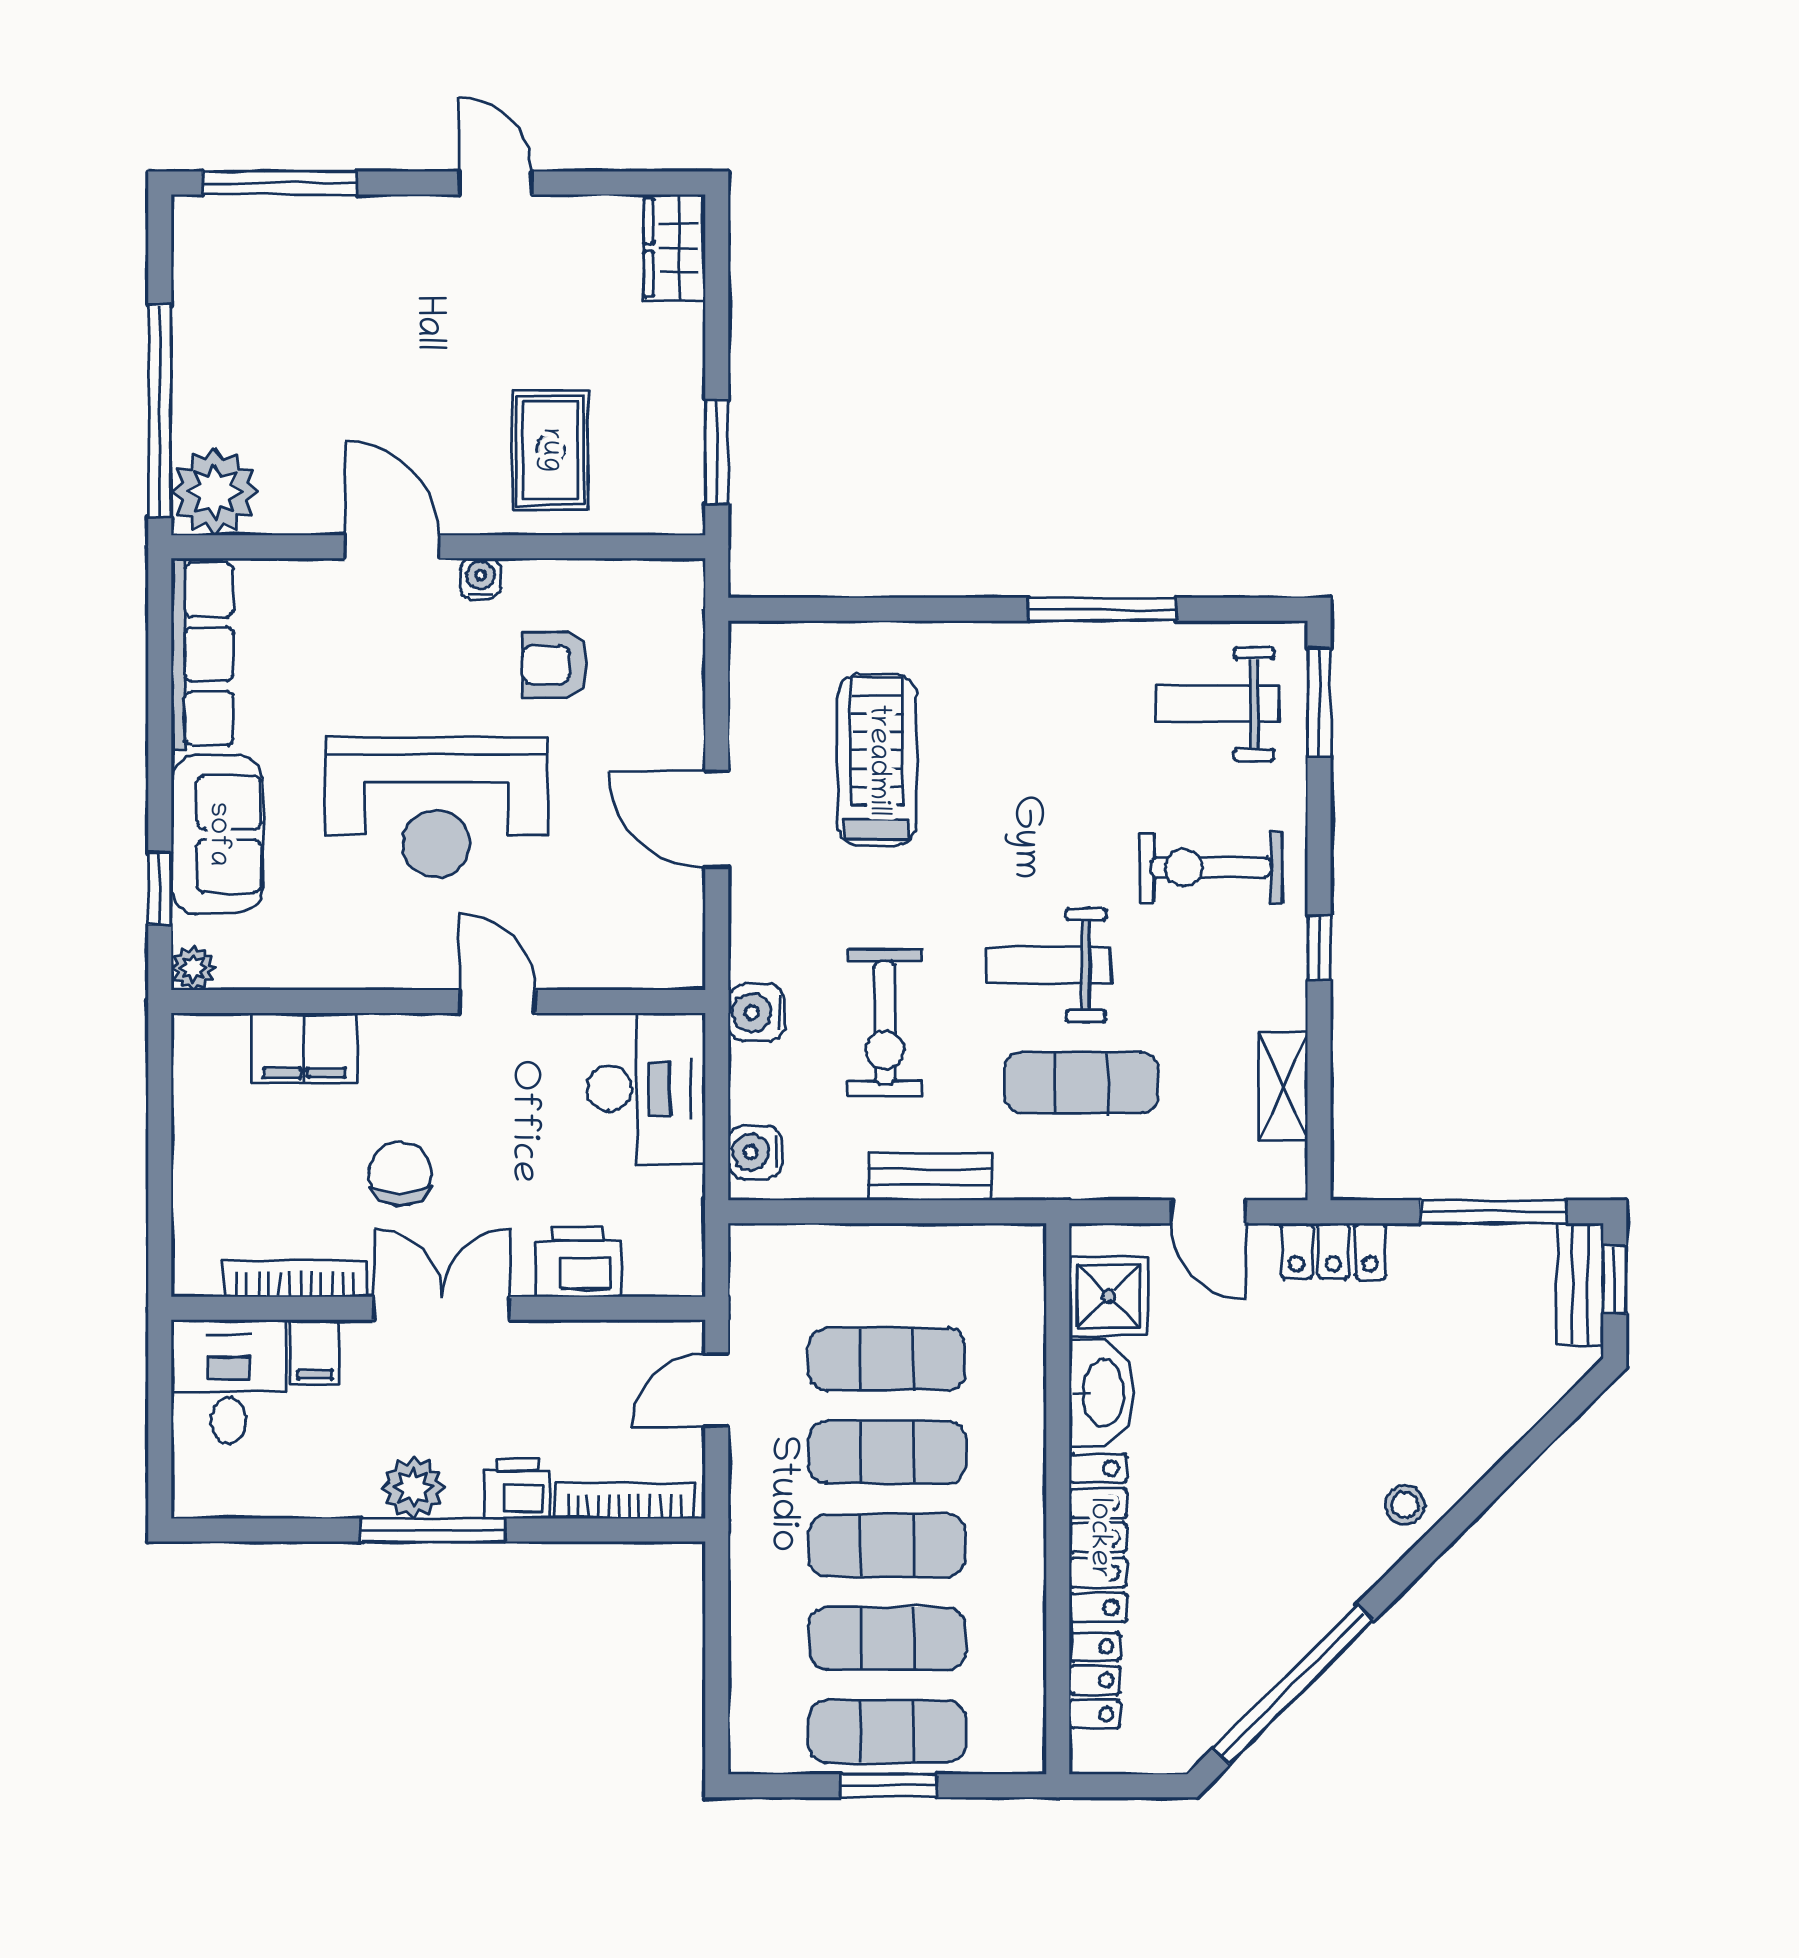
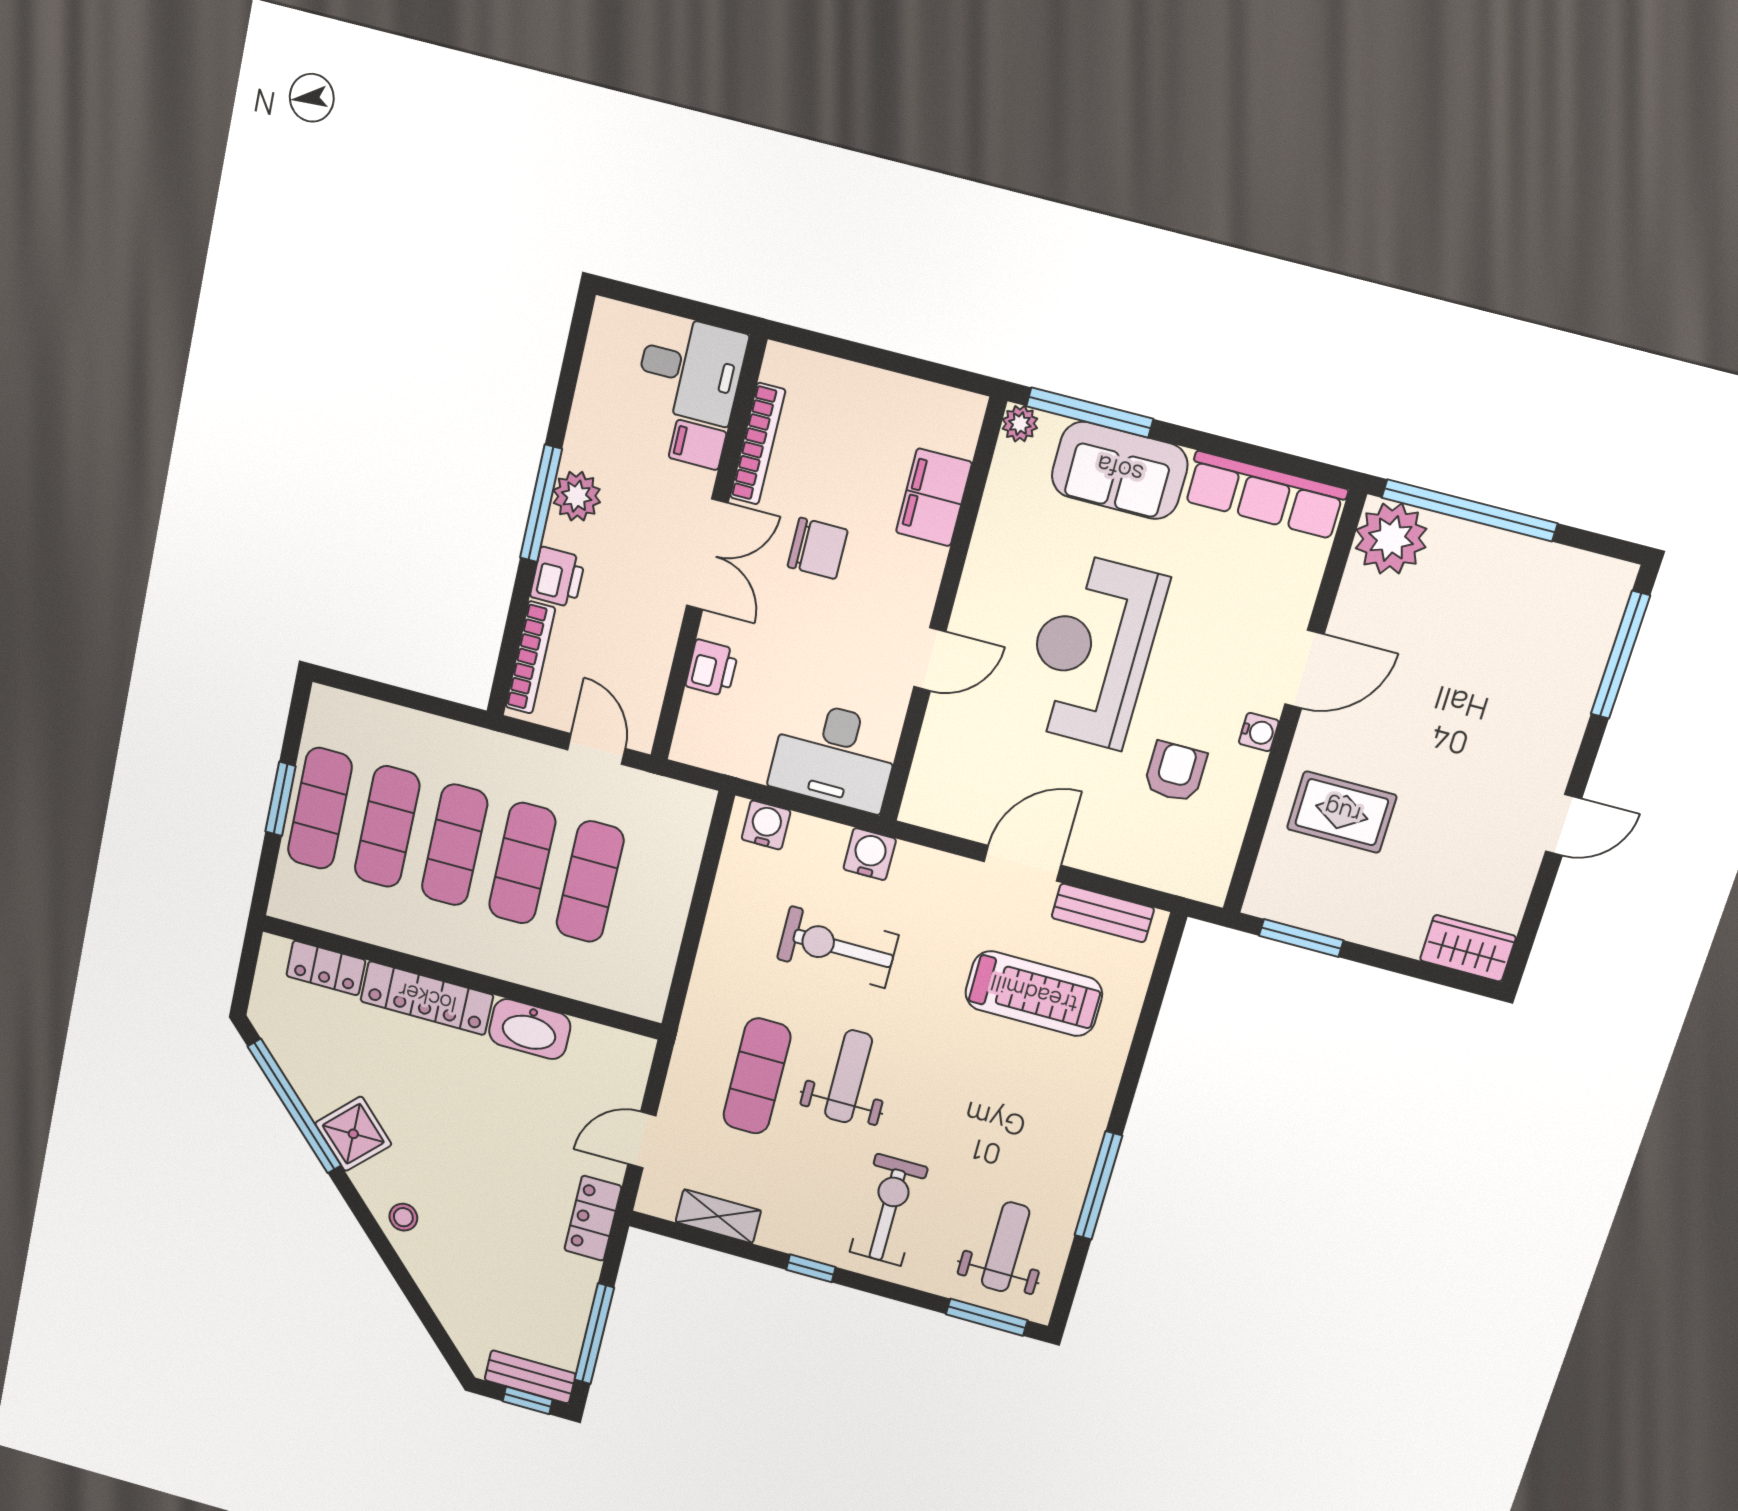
window: (160, 888) -> (1090, 412), width x2.17
bench: (930, 1177) -> (1103, 913), moved, turned 90
printer: (578, 1262) -> (712, 668), width x0.73, depth x0.81
shower: (1108, 1296) -> (353, 1134), moved, turned 45

